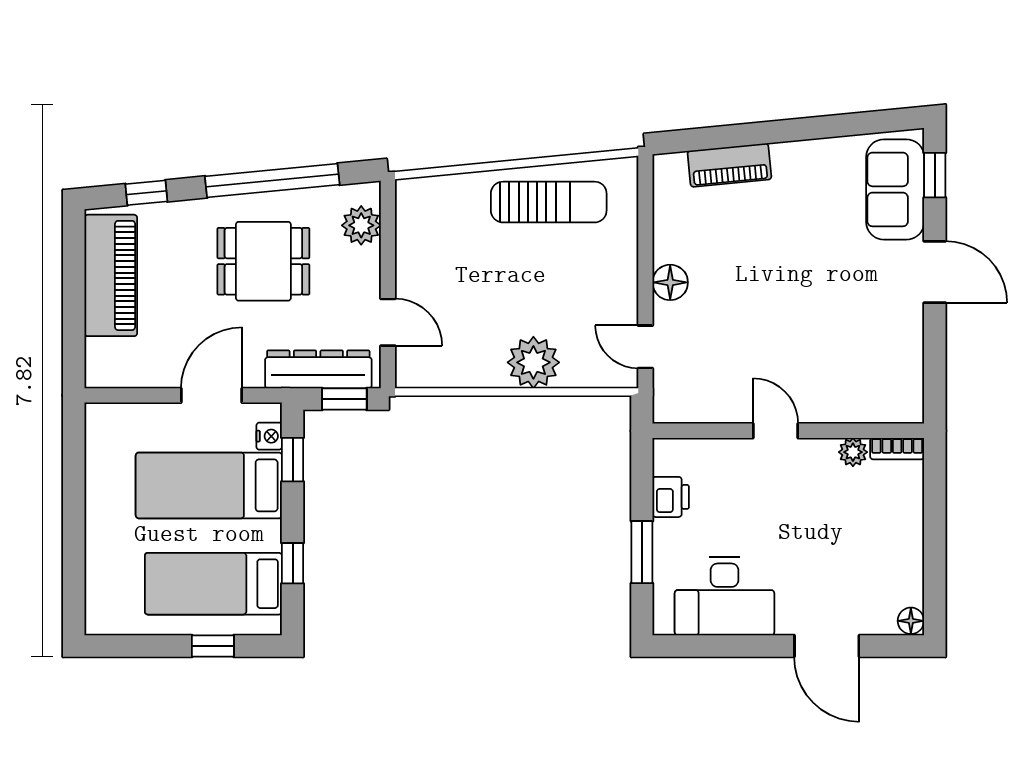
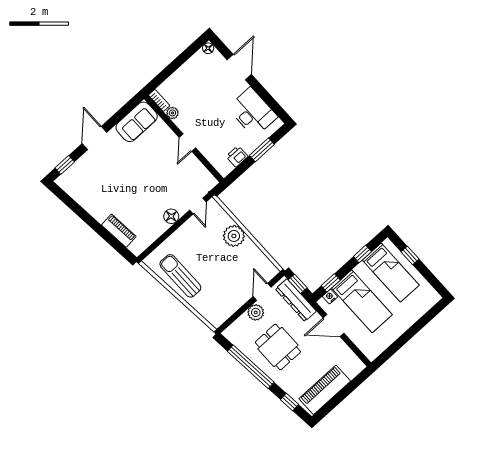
sofa: (895, 189) -> (137, 122), moved
plant: (361, 225) -> (256, 312), moved

